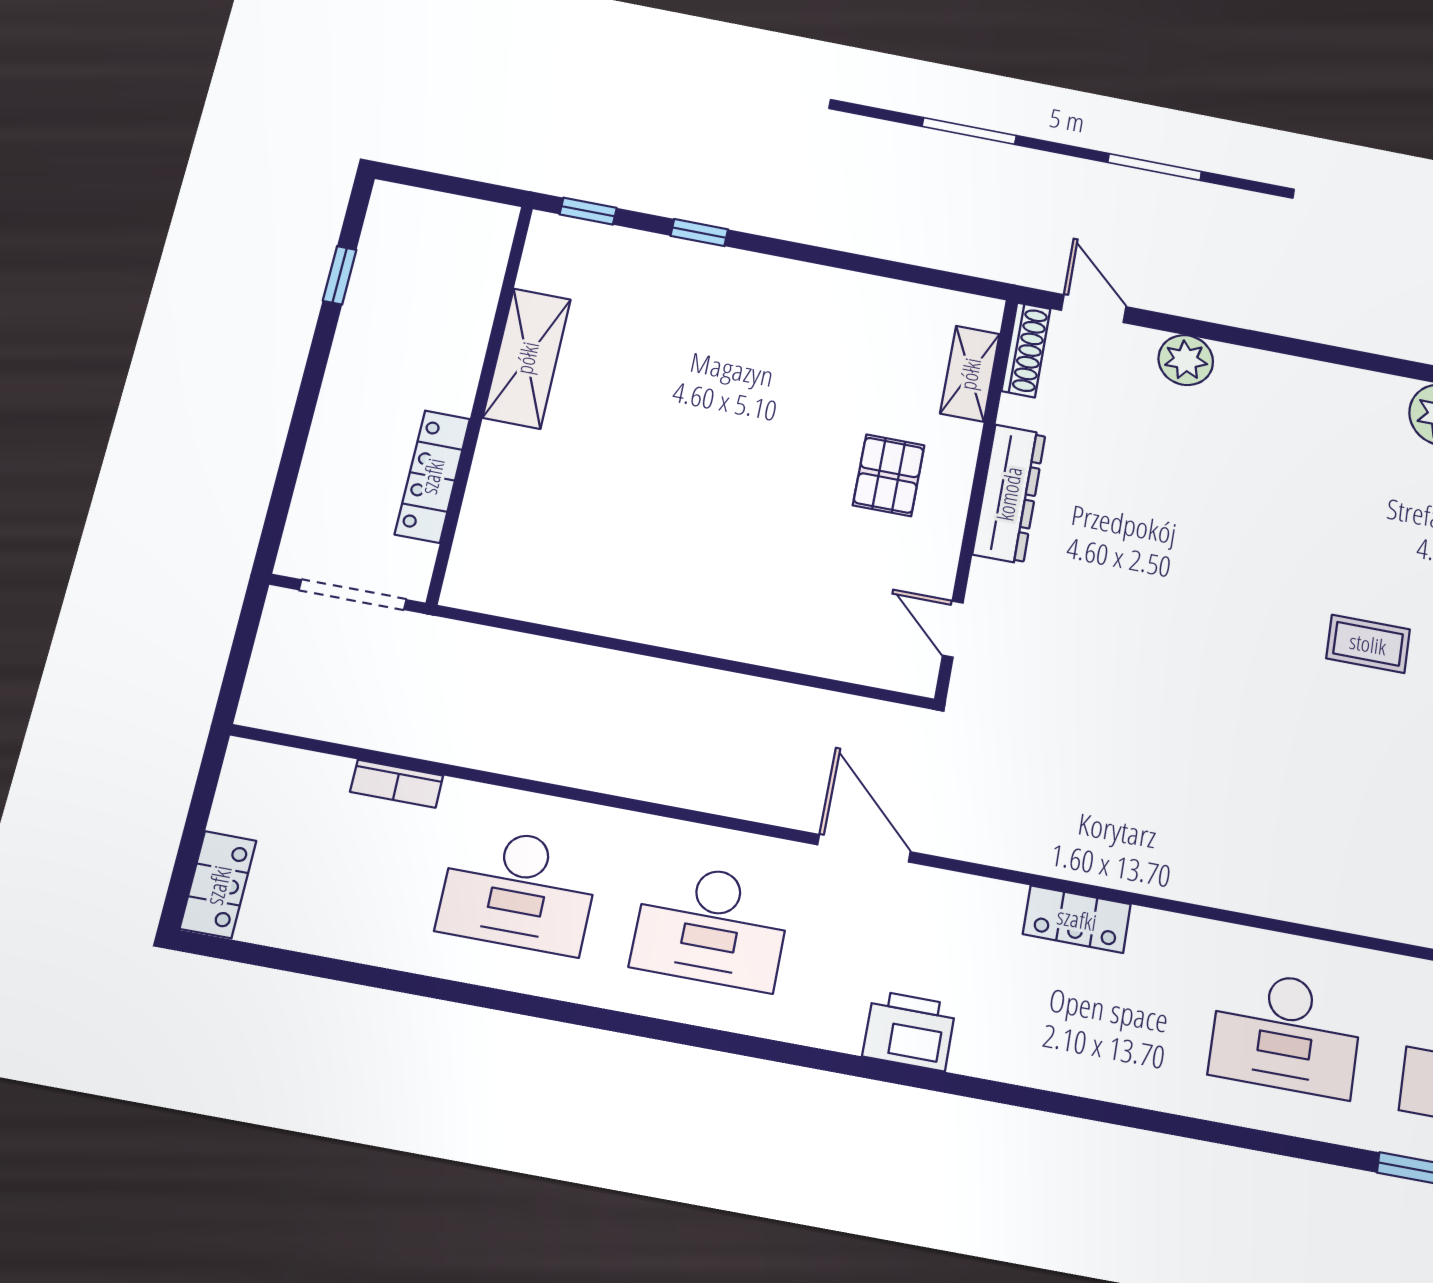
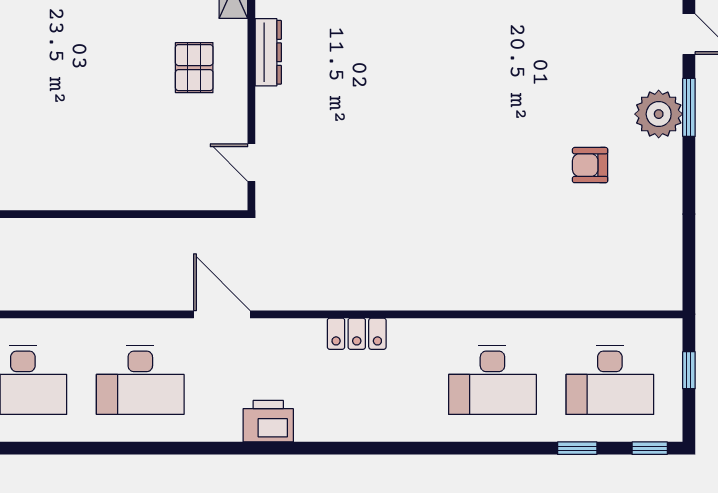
dresser: (1009, 494) -> (268, 52), width x0.73, depth x0.80
coffee table: (1368, 644) -> (511, 120), removed

